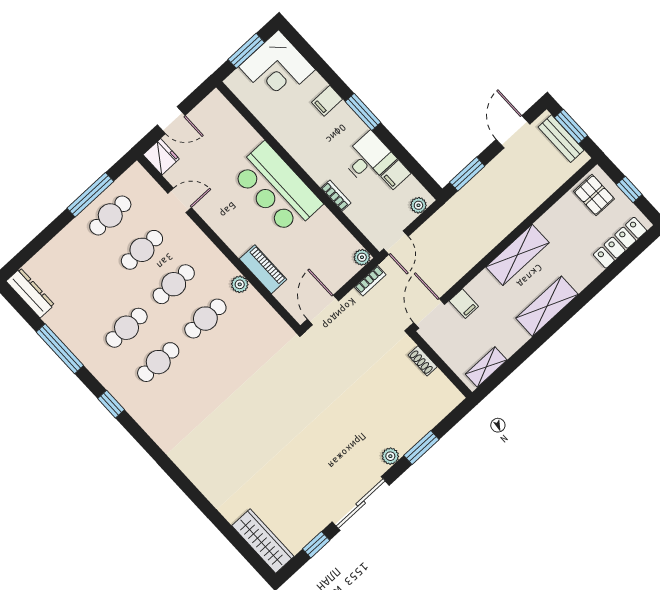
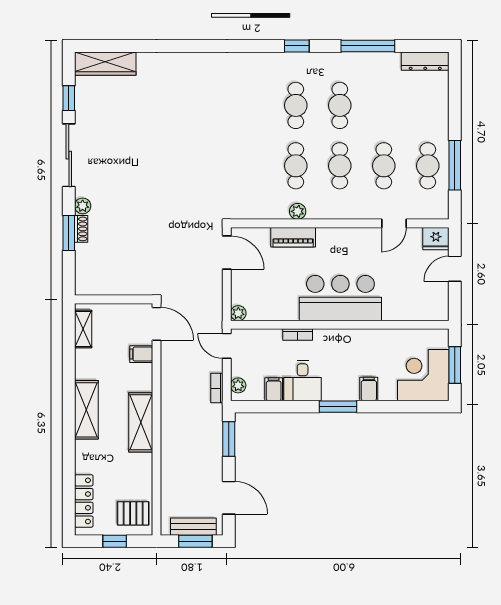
bookcase: (370, 281) -> (217, 388), moved
shoe rack: (423, 361) -> (81, 229), moved, turned 90

